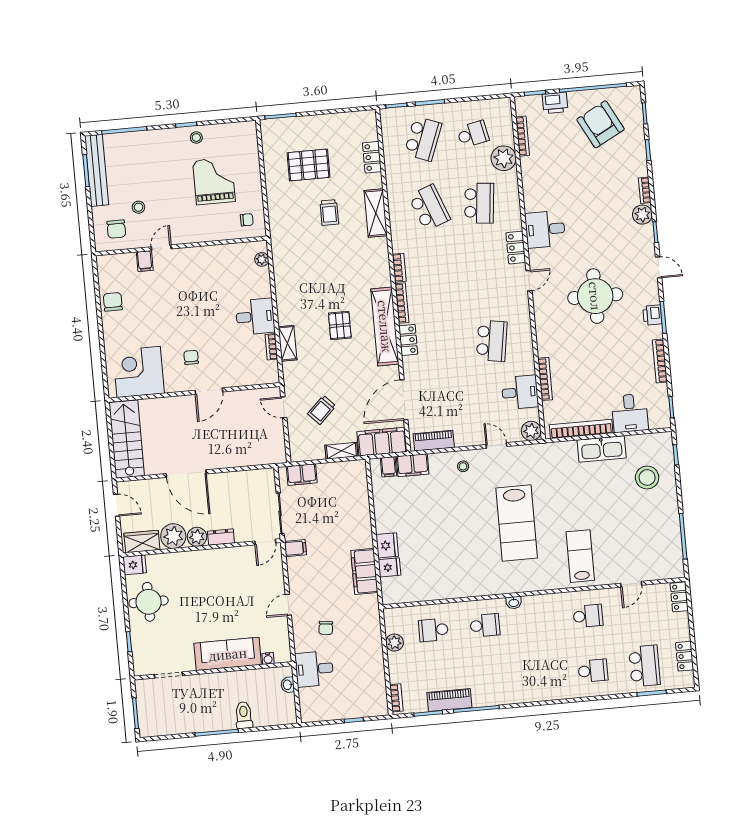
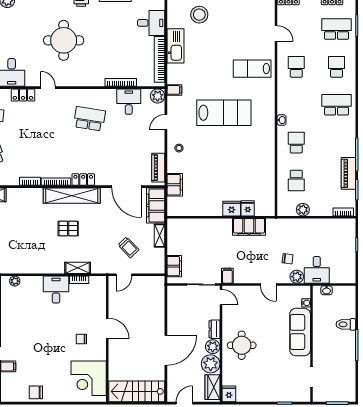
filing cabinet: (388, 467) -> (174, 90), moved
round table: (149, 602) -> (242, 345), moved
plant: (303, 642) -> (297, 277), added
school desk: (541, 675) -> (337, 105), added

